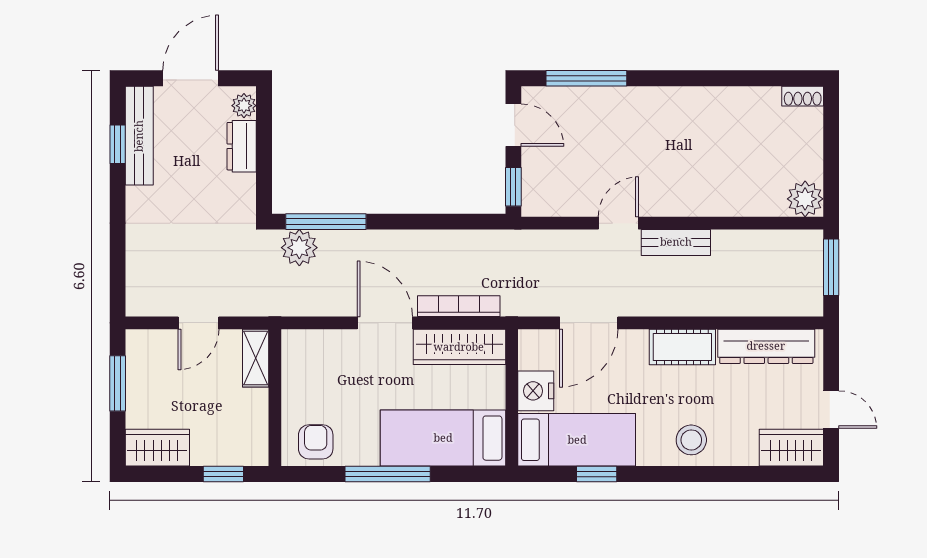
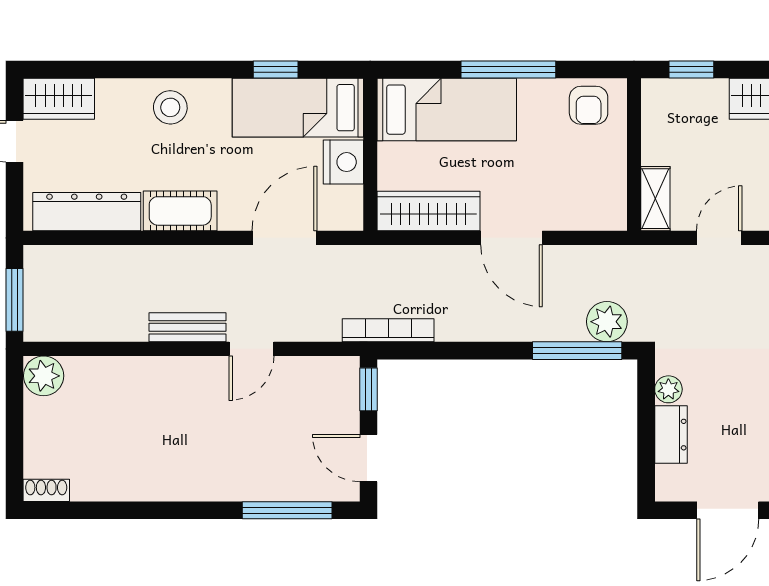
plant: (244, 106) -> (668, 389), moved
bookcase: (459, 306) -> (388, 330), moved, turned 180

